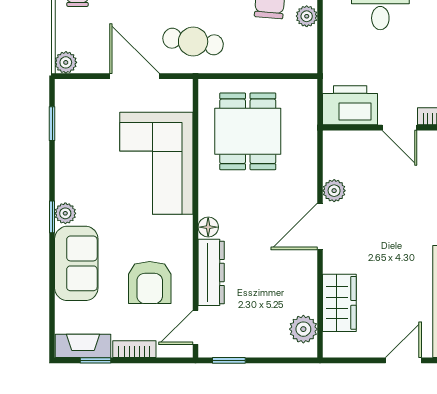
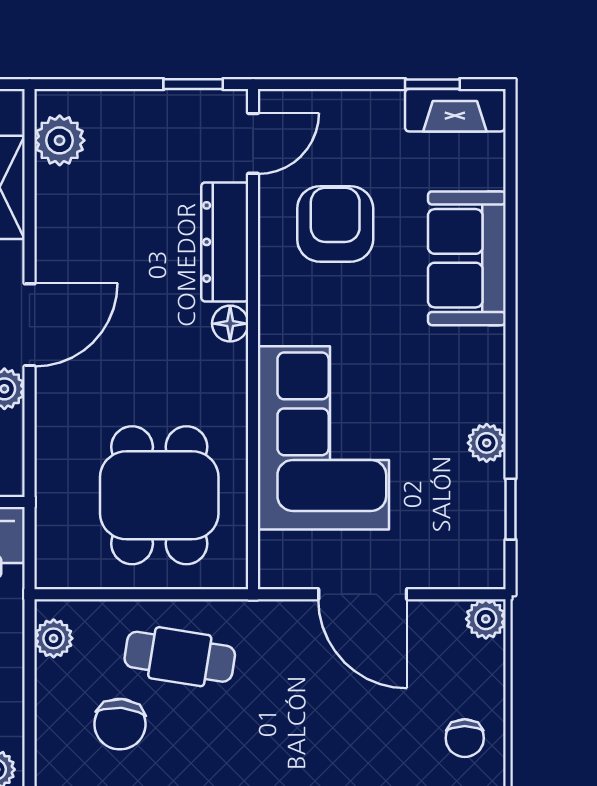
plant: (307, 16) -> (54, 638), moved
cafe table: (193, 42) -> (180, 657), moved
plant: (65, 213) -> (487, 443), moved
window: (52, 217) -> (510, 342), removed
bookcase: (134, 349) -> (363, 104), removed

